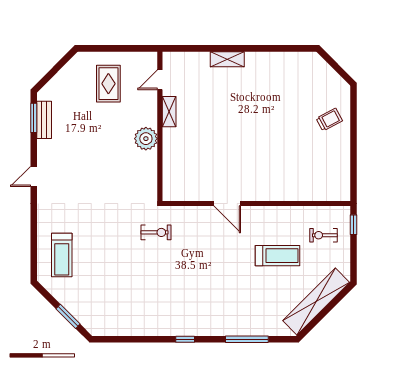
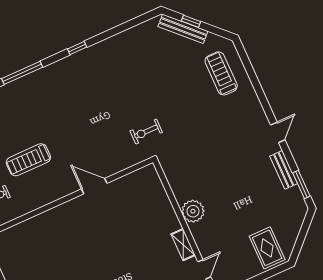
rug: (108, 84) -> (267, 248), moved
bench: (44, 120) -> (284, 170), moved
bench: (79, 313) -> (183, 29), added
window: (68, 316) -> (191, 21), width x0.67

